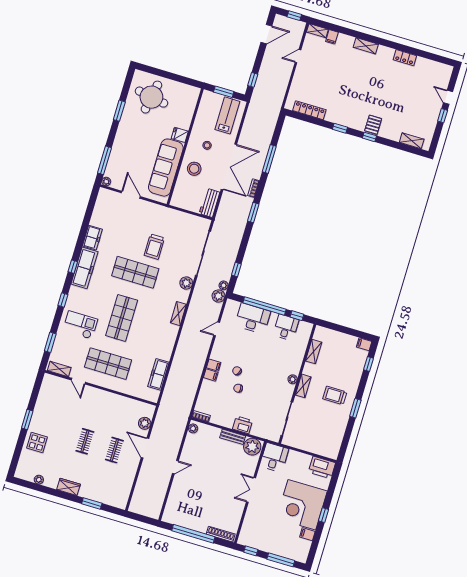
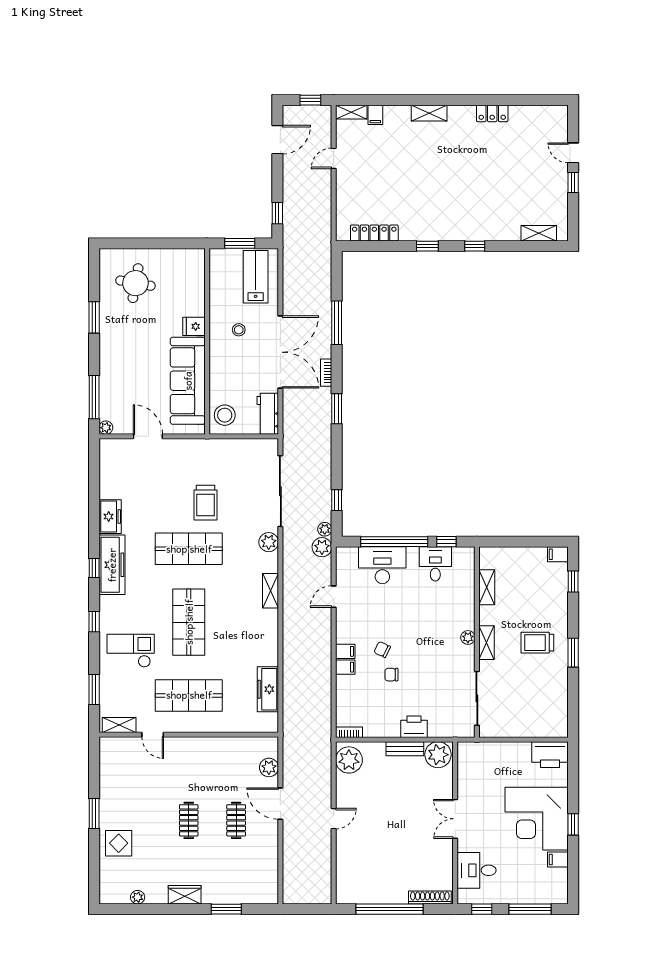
round table: (151, 97) -> (135, 283), width x0.73, depth x0.73
pallet: (373, 125) -> (475, 226), removed
stool: (194, 169) -> (225, 415), moved
plant: (193, 428) -> (349, 760), width x1.88, depth x1.88
desk: (274, 457) -> (477, 870), moved, turned -90

